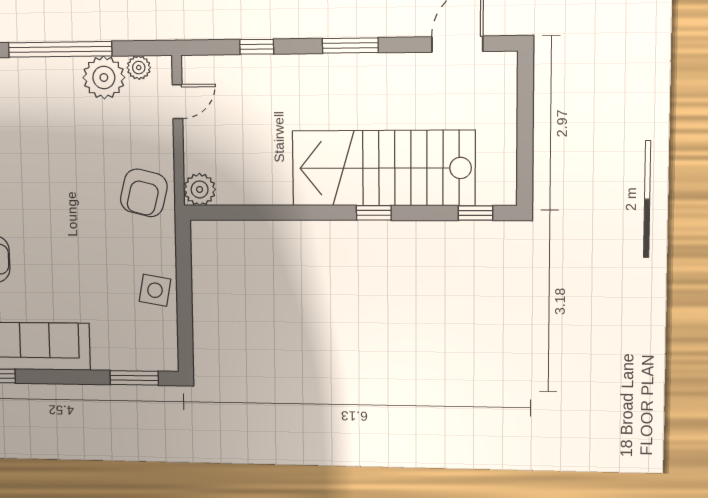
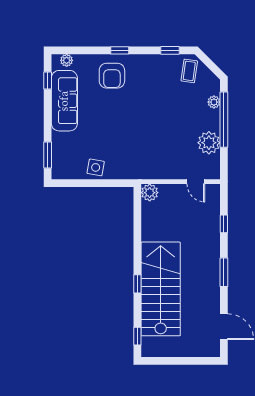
plant: (139, 68) -> (214, 102), moved
armchair: (144, 193) -> (148, 163), removed

